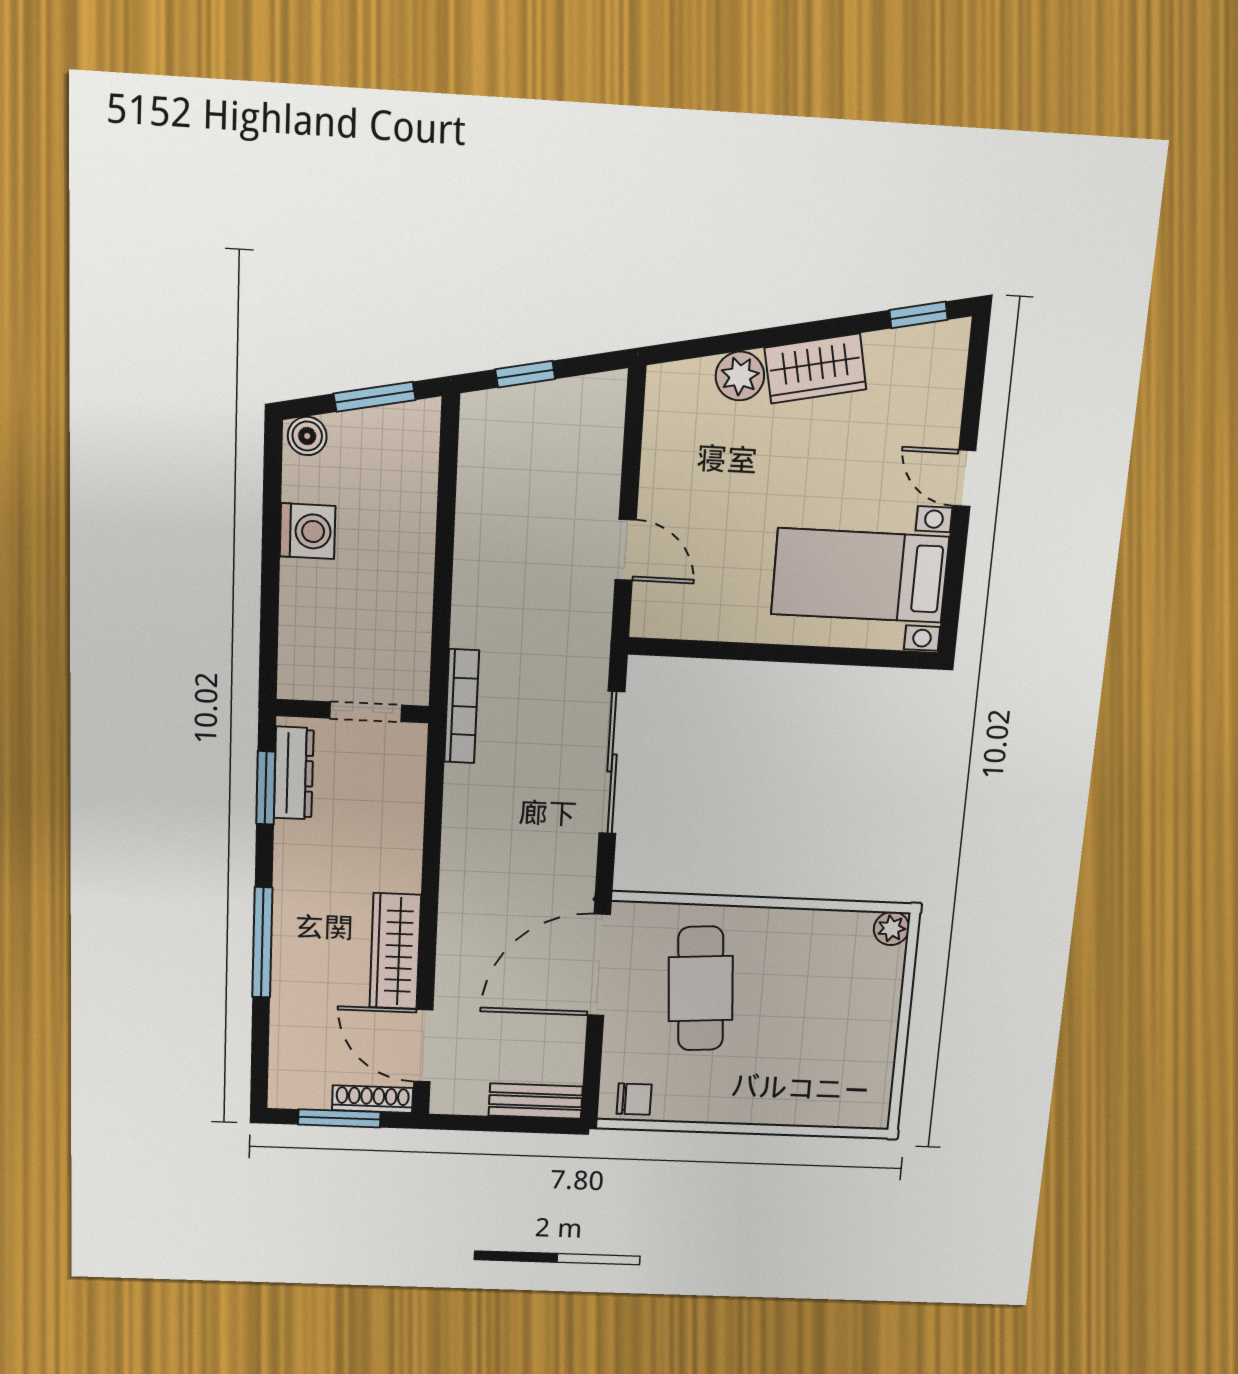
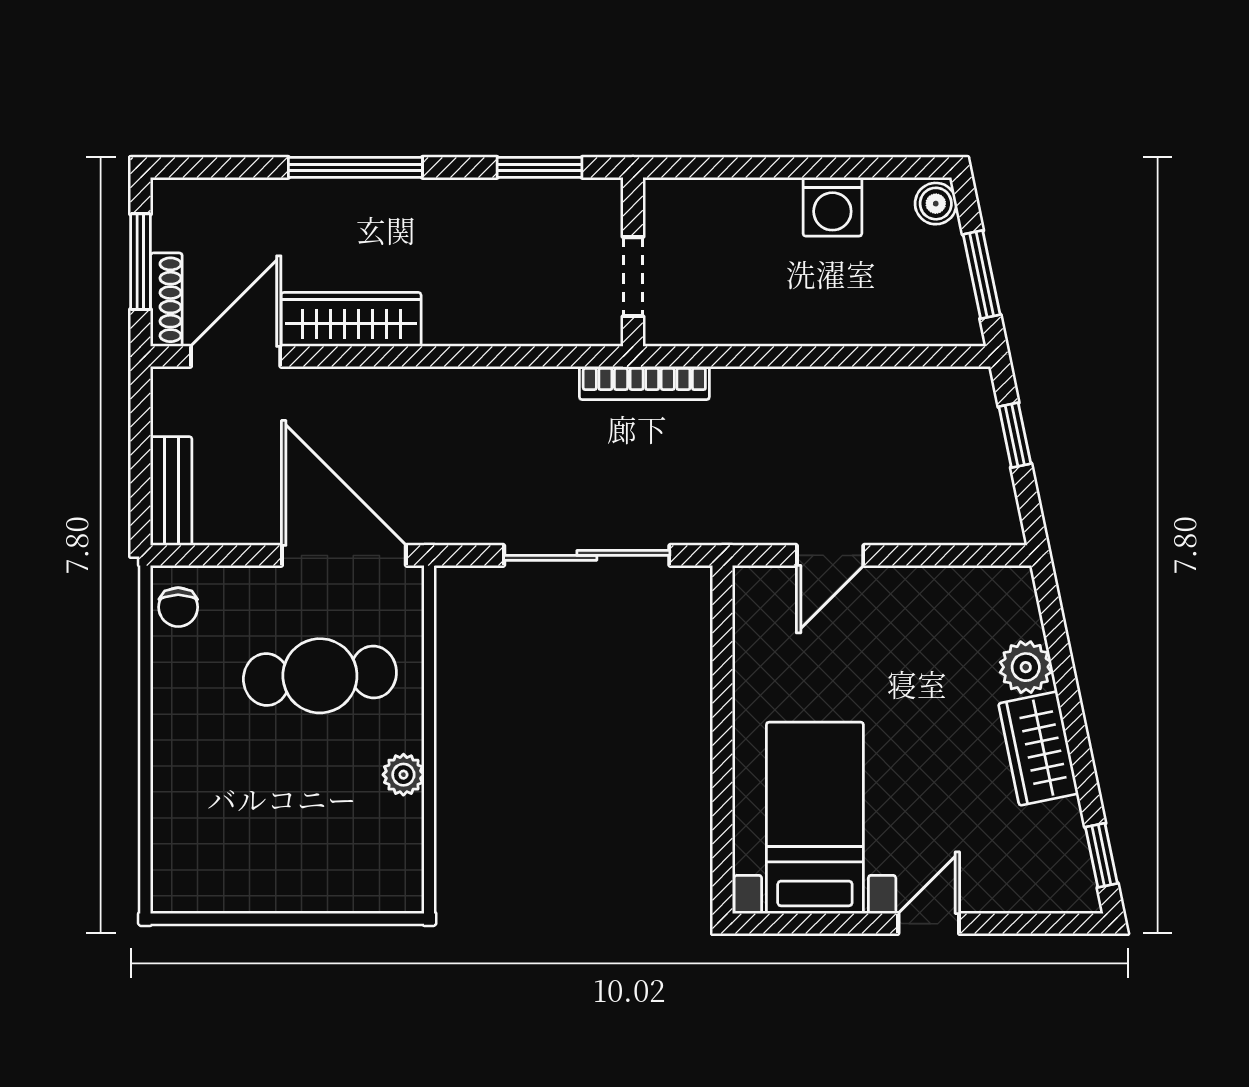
dresser: (294, 773) -> (558, 198), removed
plant: (892, 928) -> (403, 775), moved

